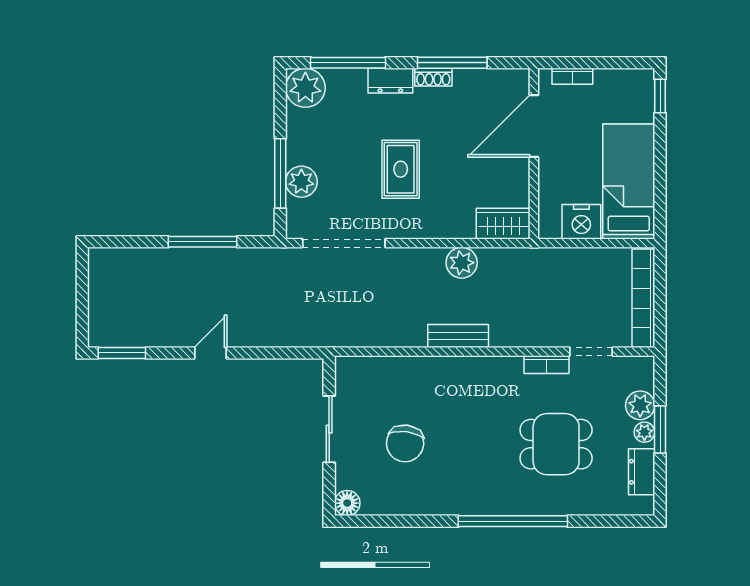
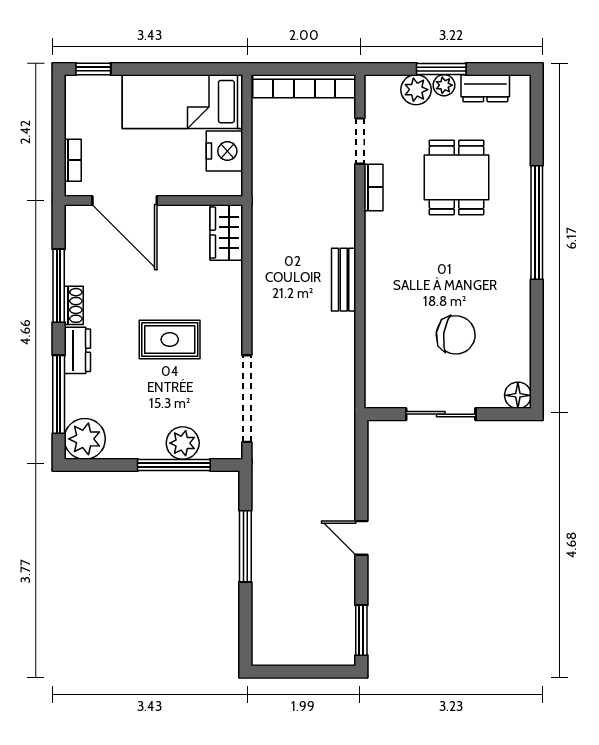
plant: (462, 263) -> (267, 276), removed

